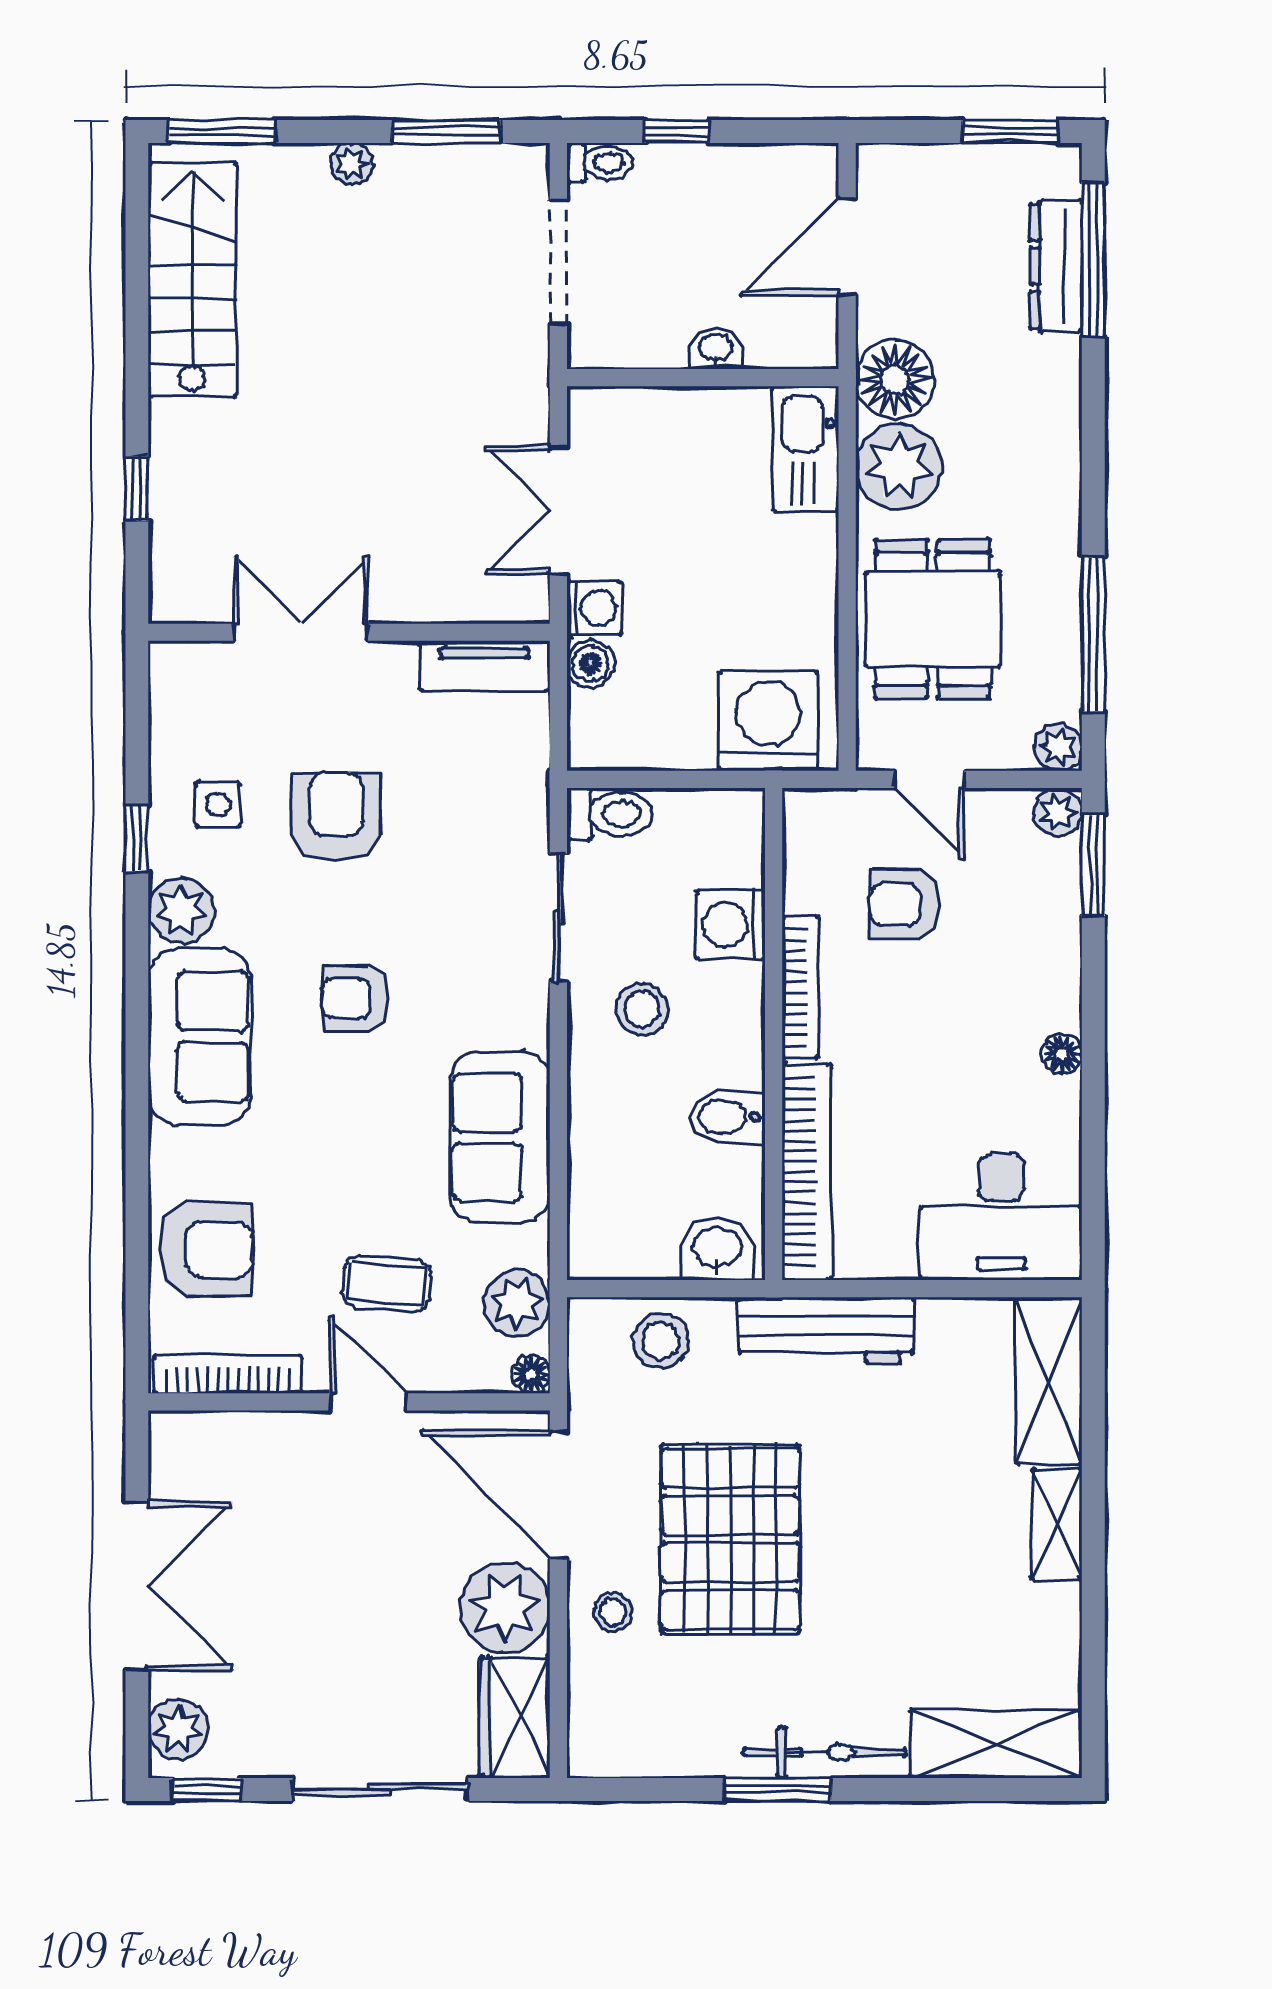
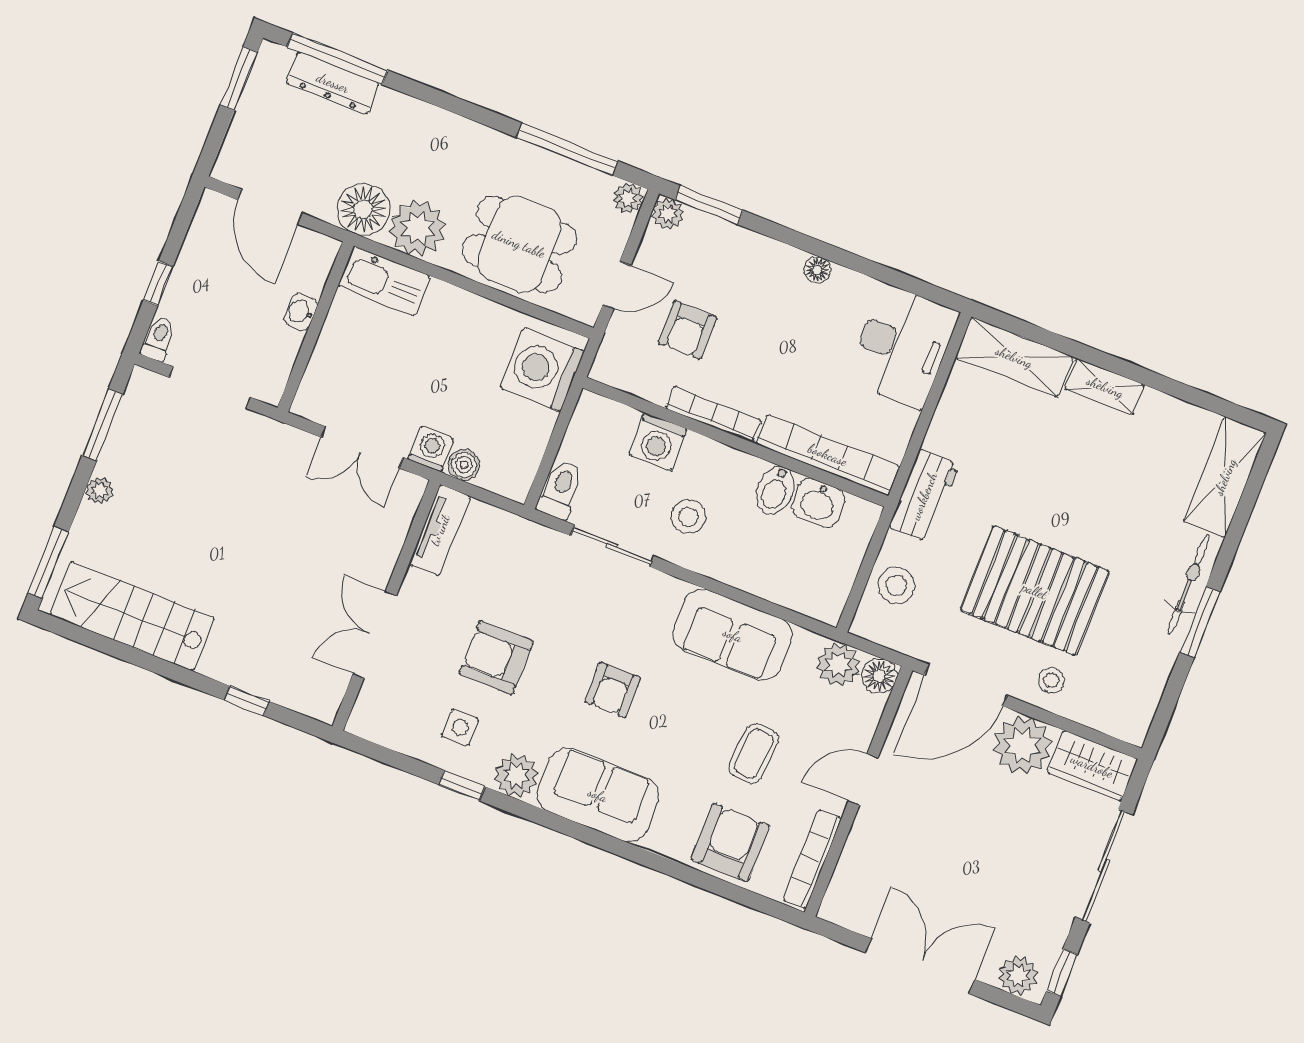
washbasin: (717, 1249) -> (818, 503), moved, turned -90
coffee table: (387, 1283) -> (754, 753), moved
workbench: (826, 1330) -> (924, 496), width x0.73
floor lamp: (531, 1374) -> (879, 676), width x1.37, depth x1.37

